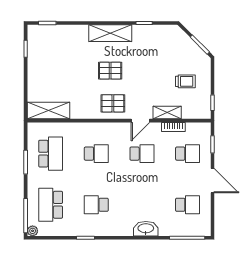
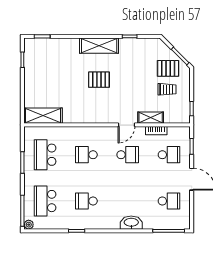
pallet: (113, 103) -> (168, 68), moved
school desk: (51, 154) -> (45, 155), turned 180
school desk: (96, 154) -> (86, 155), turned 180

